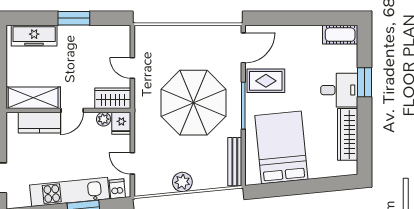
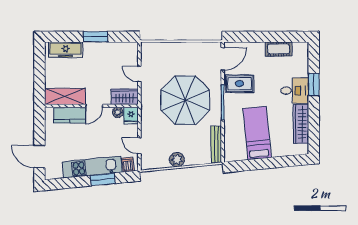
cot: (340, 35) -> (279, 49), moved
bed: (281, 147) -> (257, 133), width x0.67

